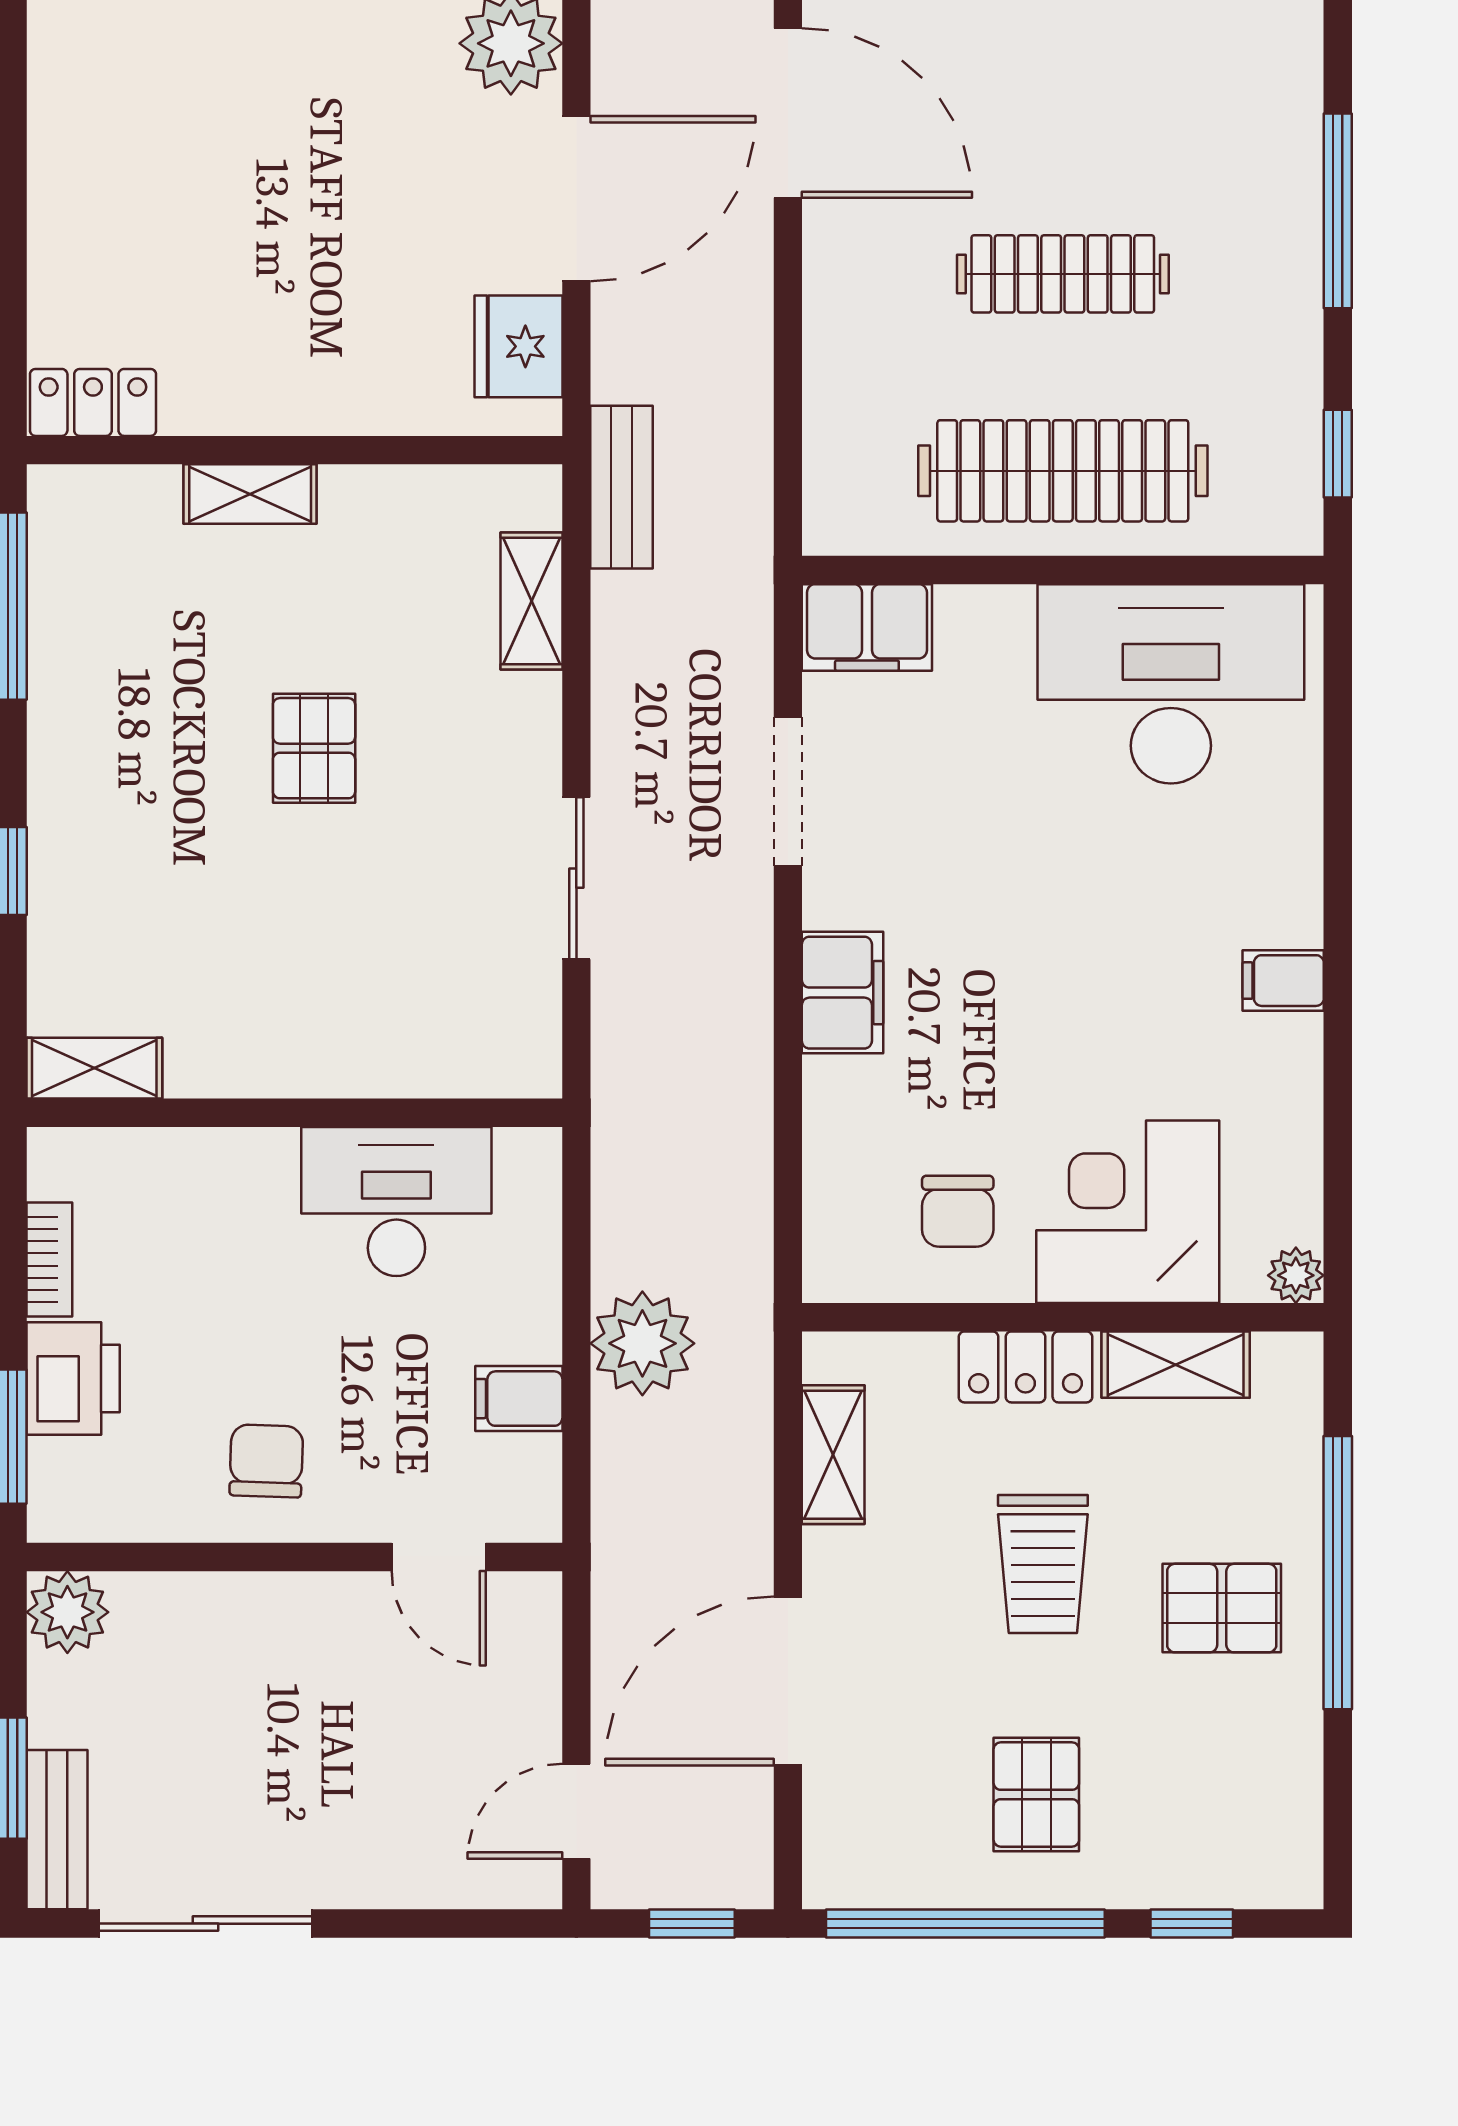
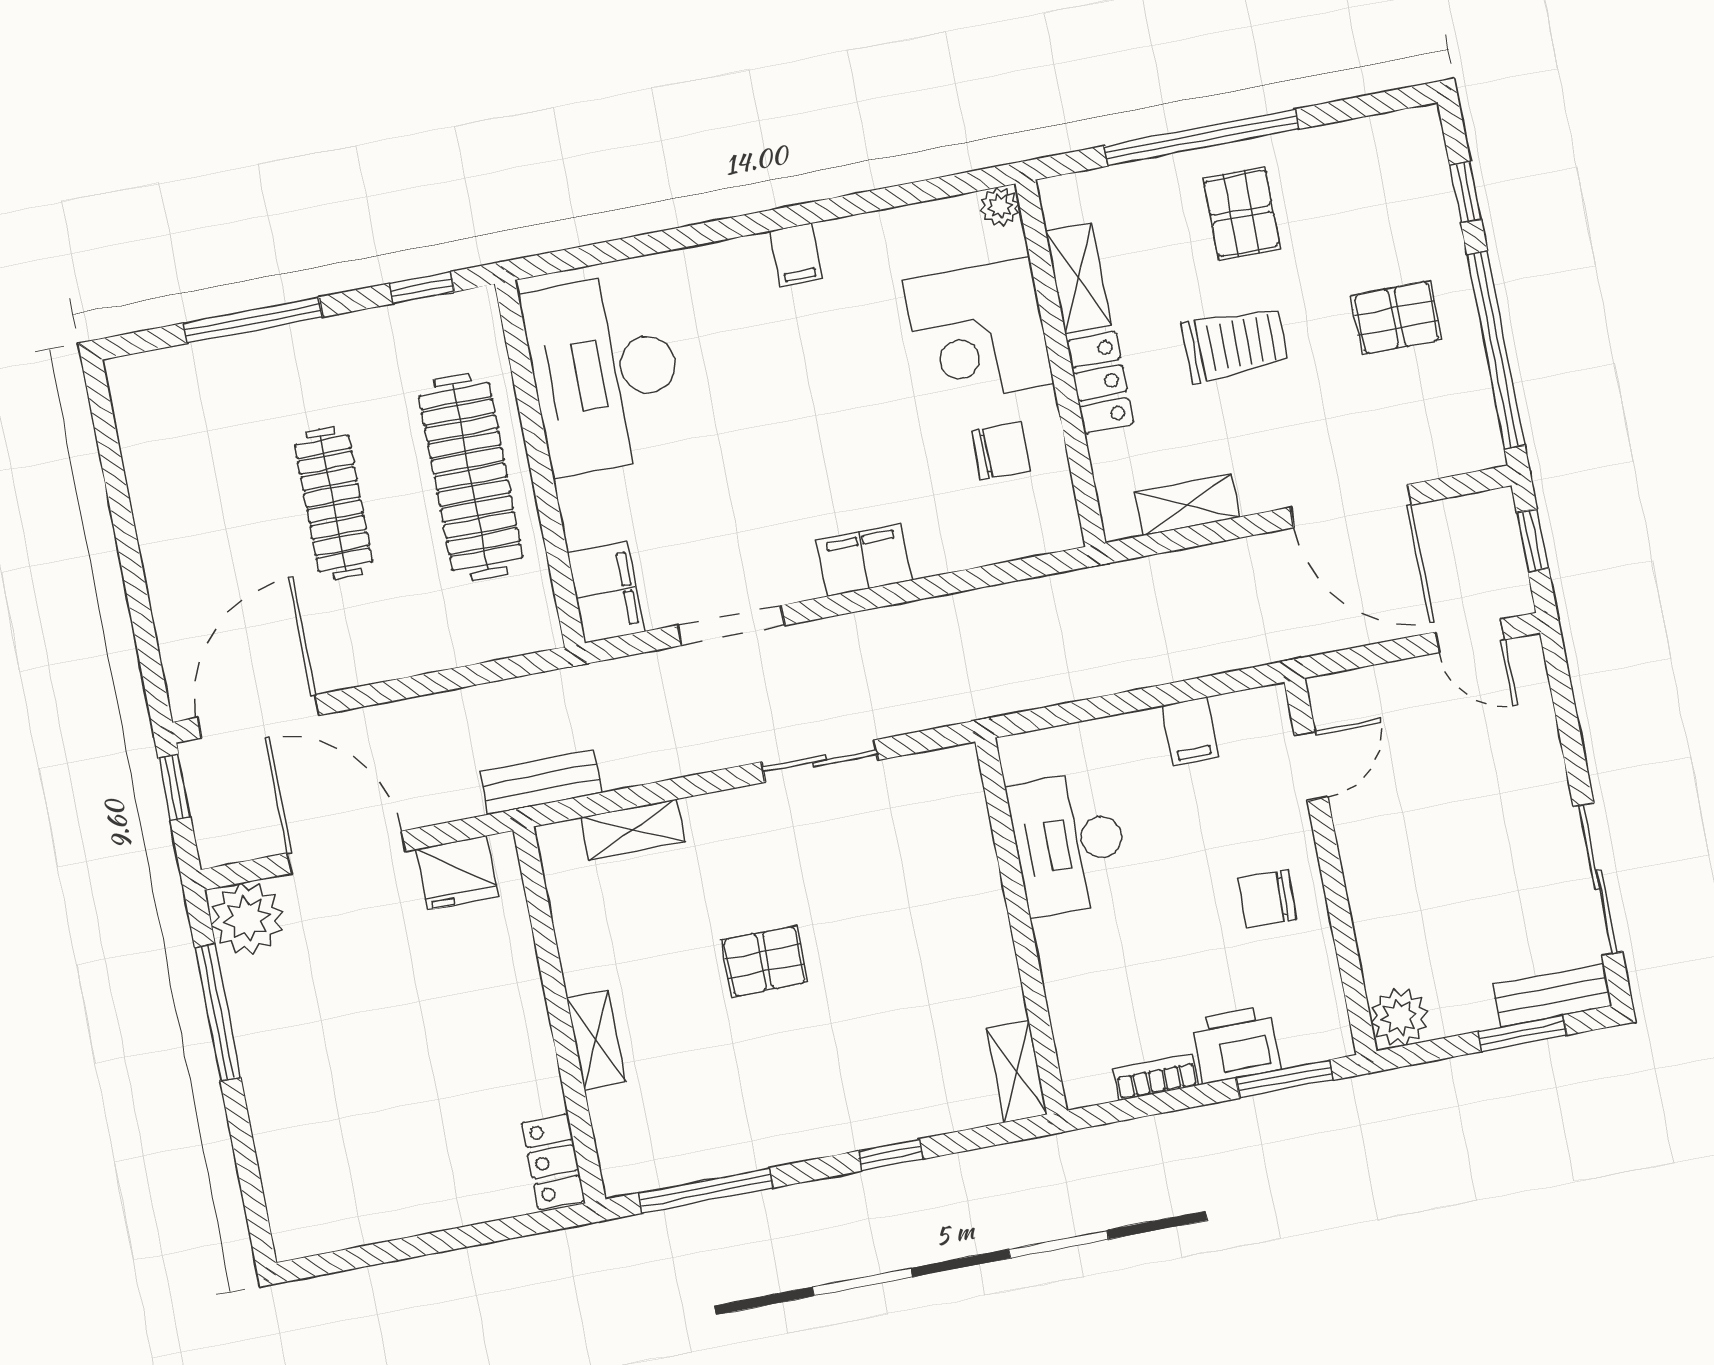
plant: (642, 1343) -> (1135, 653), removed

